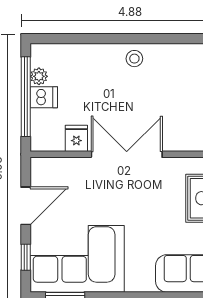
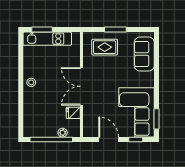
plant: (39, 76) -> (63, 133), moved
dishwasher: (44, 97) -> (52, 130), removed

